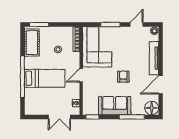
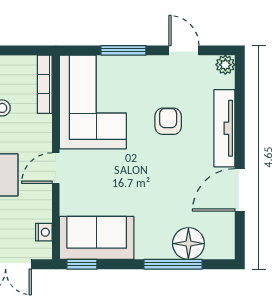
door: (137, 25) -> (184, 50), hinge flipped
armchair: (123, 77) -> (168, 121), moved
sofa: (115, 106) -> (97, 238), moved
floor lamp: (152, 108) -> (188, 244), moved

